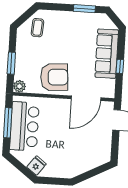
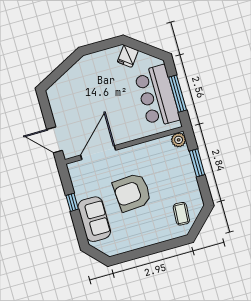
window: (84, 9) -> (135, 254), removed
sofa: (107, 54) -> (94, 219), width x0.73
armchair: (54, 77) -> (132, 192), moved

